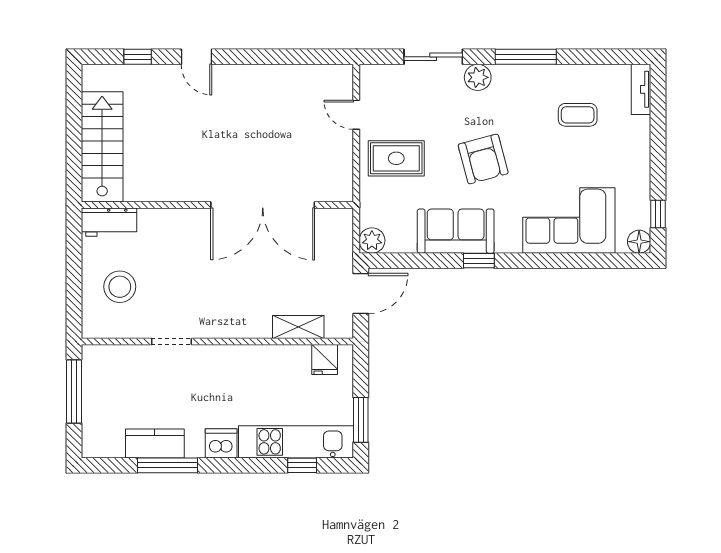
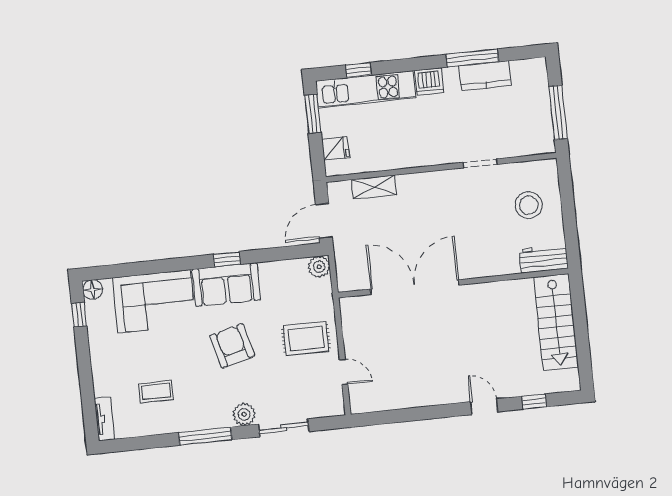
sofa: (456, 231) -> (226, 285), moved
fridge: (325, 360) -> (336, 148), moved, turned 90

